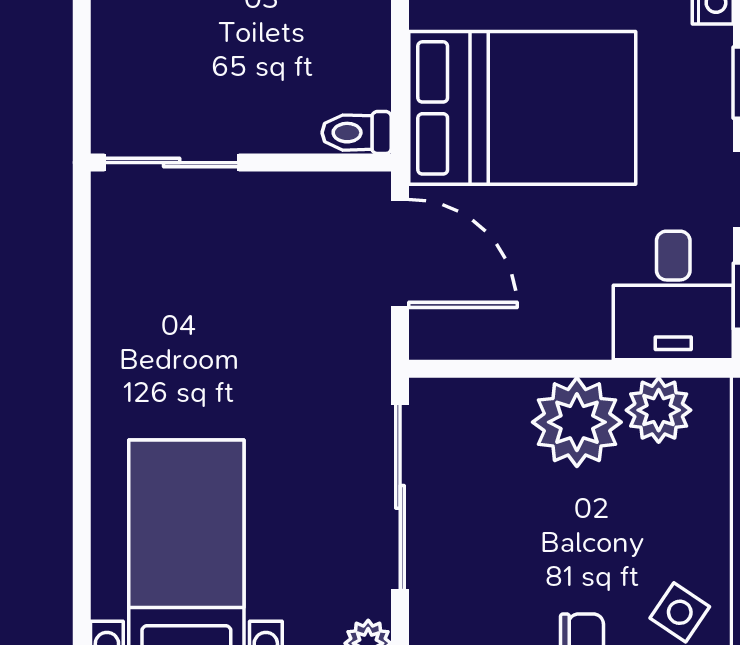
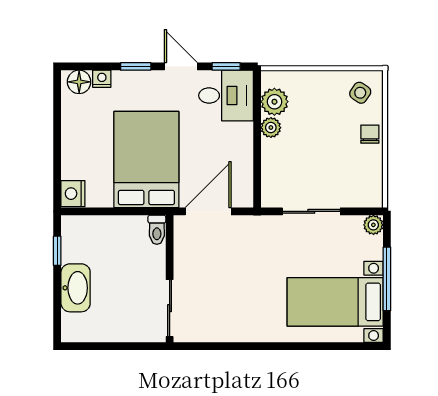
plant: (577, 422) -> (271, 128), width x0.53, depth x0.53
sliding door: (400, 497) -> (311, 211), width x0.73

